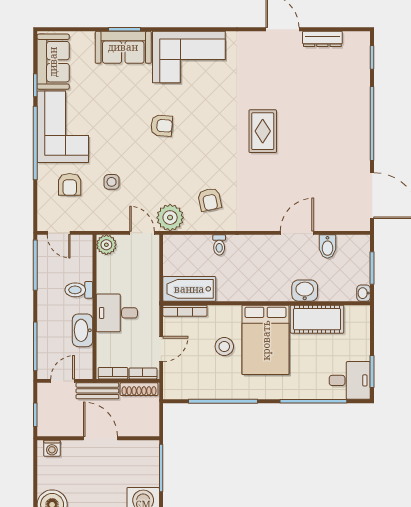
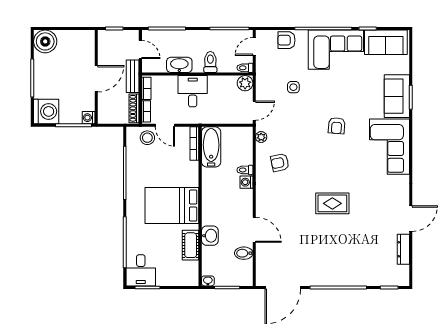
armchair: (70, 184) -> (286, 40), moved
plant: (170, 218) -> (261, 137), width x0.53, depth x0.53
washing machine: (235, 243) -> (246, 182), added
toilet: (86, 245) -> (245, 68), added
cot: (317, 319) -> (191, 245), width x0.73, depth x0.75
stool: (224, 346) -> (147, 138), moved
washing machine: (52, 448) -> (89, 118), moved

